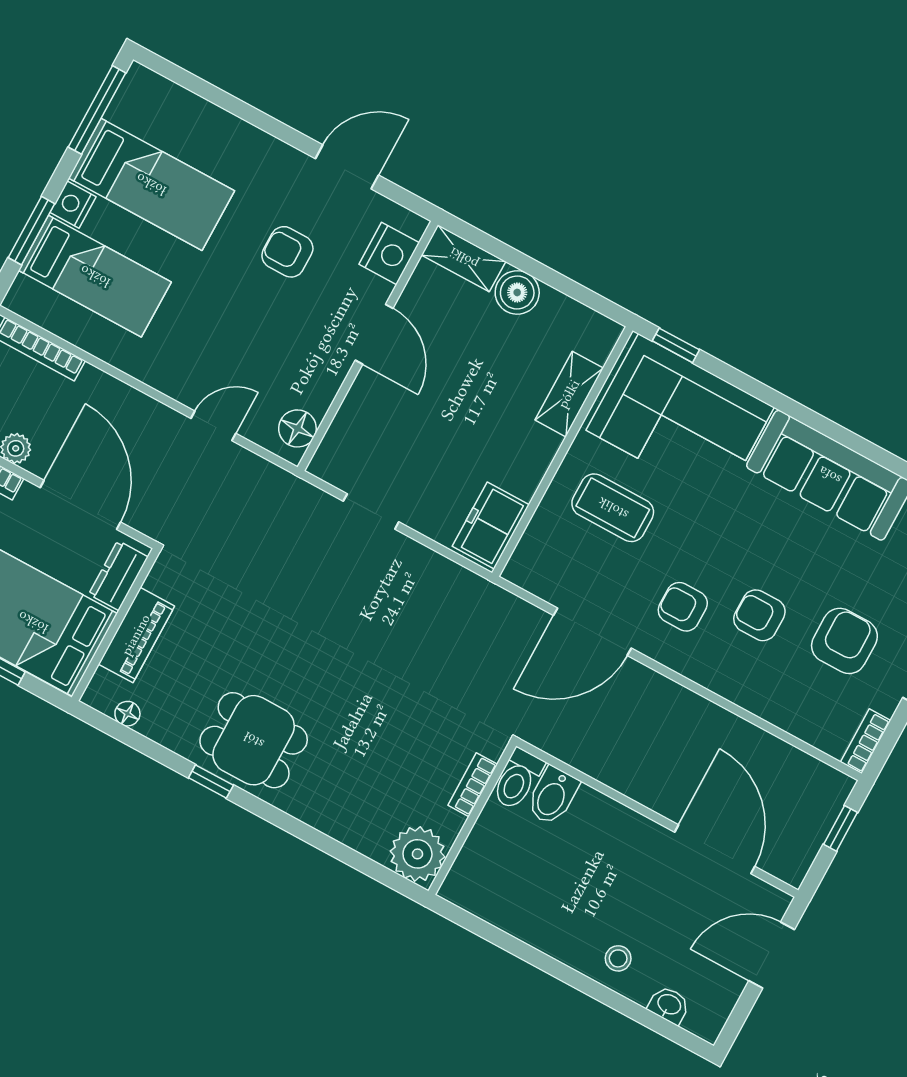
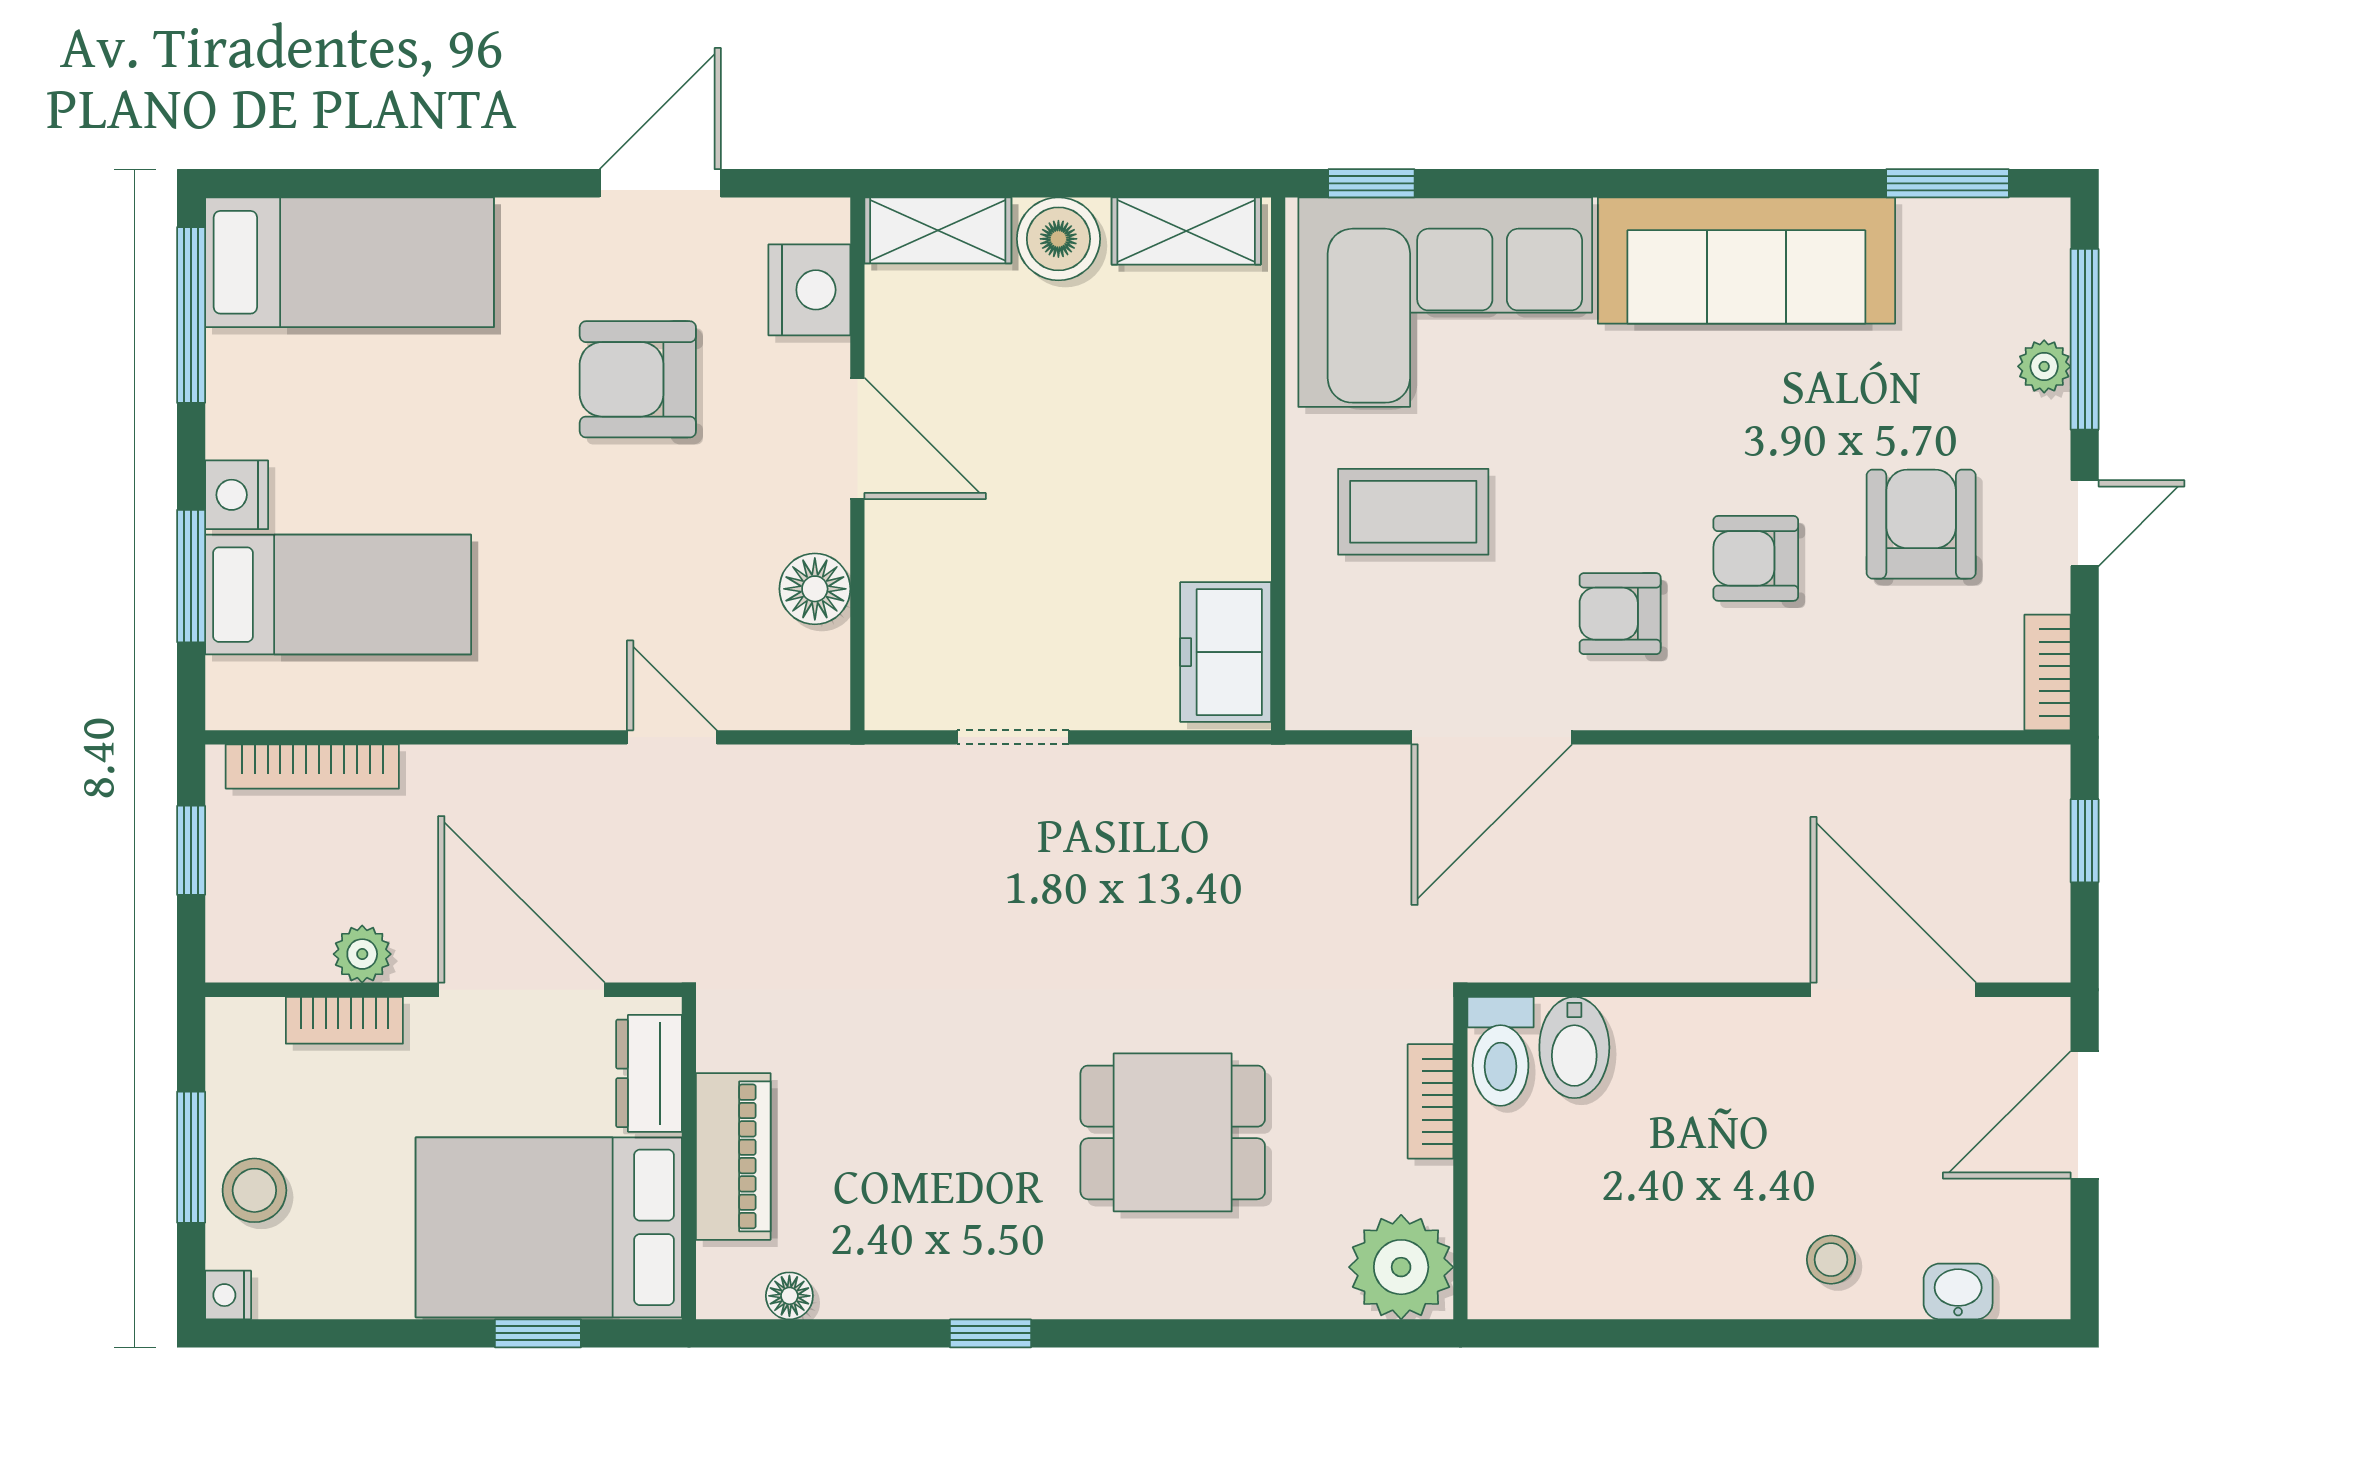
bed: (151, 184) -> (349, 262), moved
armchair: (287, 252) -> (638, 379), width x1.38, depth x1.38
shelving: (569, 394) -> (1186, 231), moved, turned 90
door: (213, 426) -> (672, 737), hinge flipped
floor lamp: (297, 428) -> (815, 589), moved
dining table: (254, 740) -> (1173, 1132), moved

